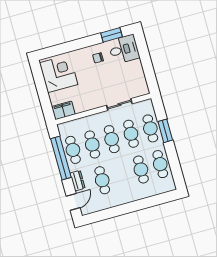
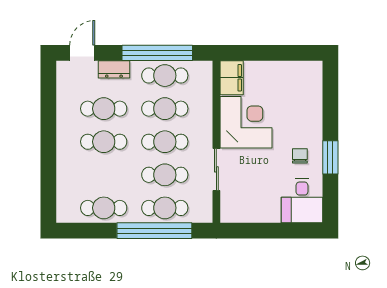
window: (111, 35) -> (330, 157), moved
corner desk: (59, 74) -> (246, 122), moved, turned -90
window: (165, 131) -> (154, 231), width x2.11
cafe table: (141, 169) -> (104, 142), moved
door: (73, 202) -> (82, 53), swing flipped

